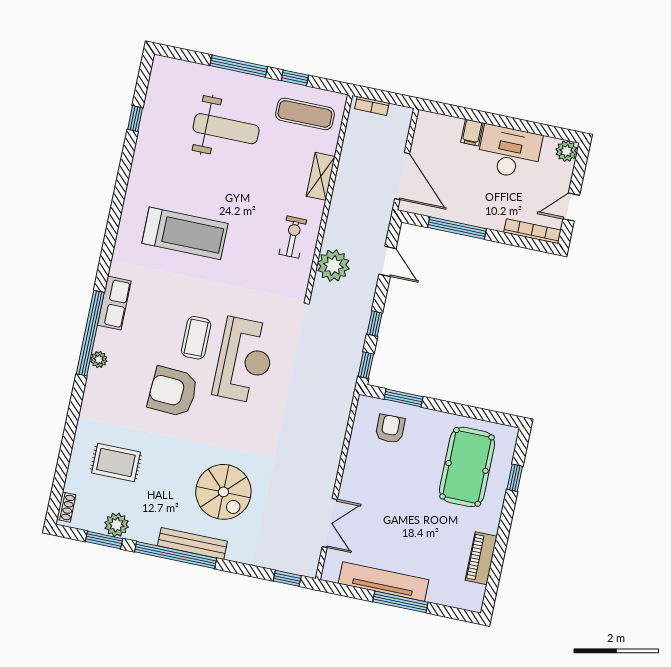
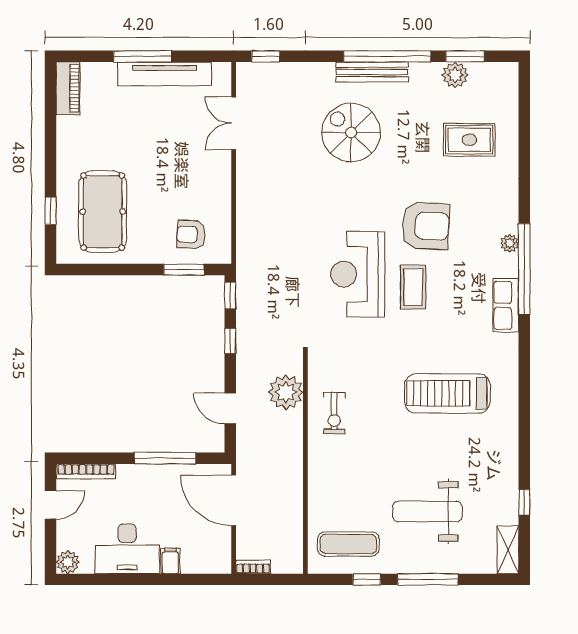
bookcase: (372, 106) -> (253, 567), moved
shelving: (321, 176) -> (508, 550), moved
armchair: (390, 429) -> (191, 235), turned 94
shoe rack: (66, 507) -> (511, 82), removed
piano: (481, 558) -> (68, 88), moved

